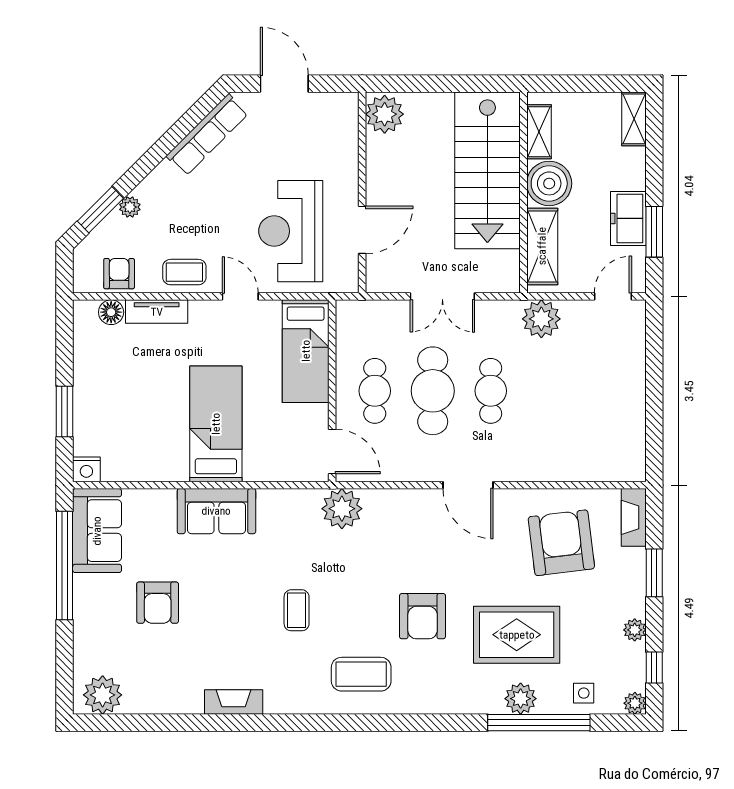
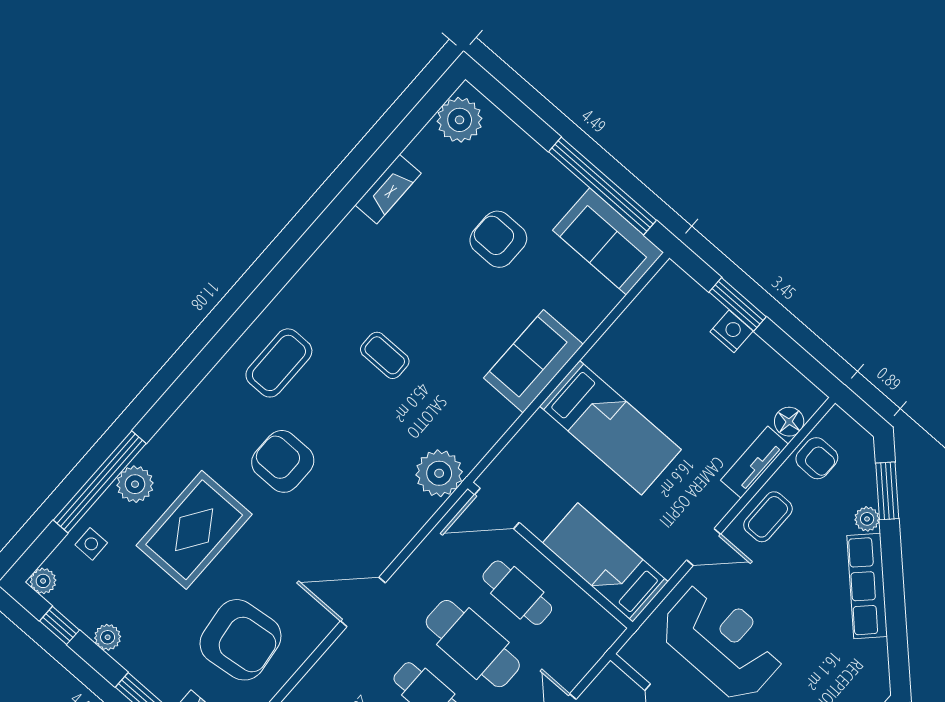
row of seats: (207, 135) -> (867, 586), moved
nightstand: (86, 469) -> (732, 331), moved, turned 90
fireplace: (234, 702) -> (388, 189), moved

